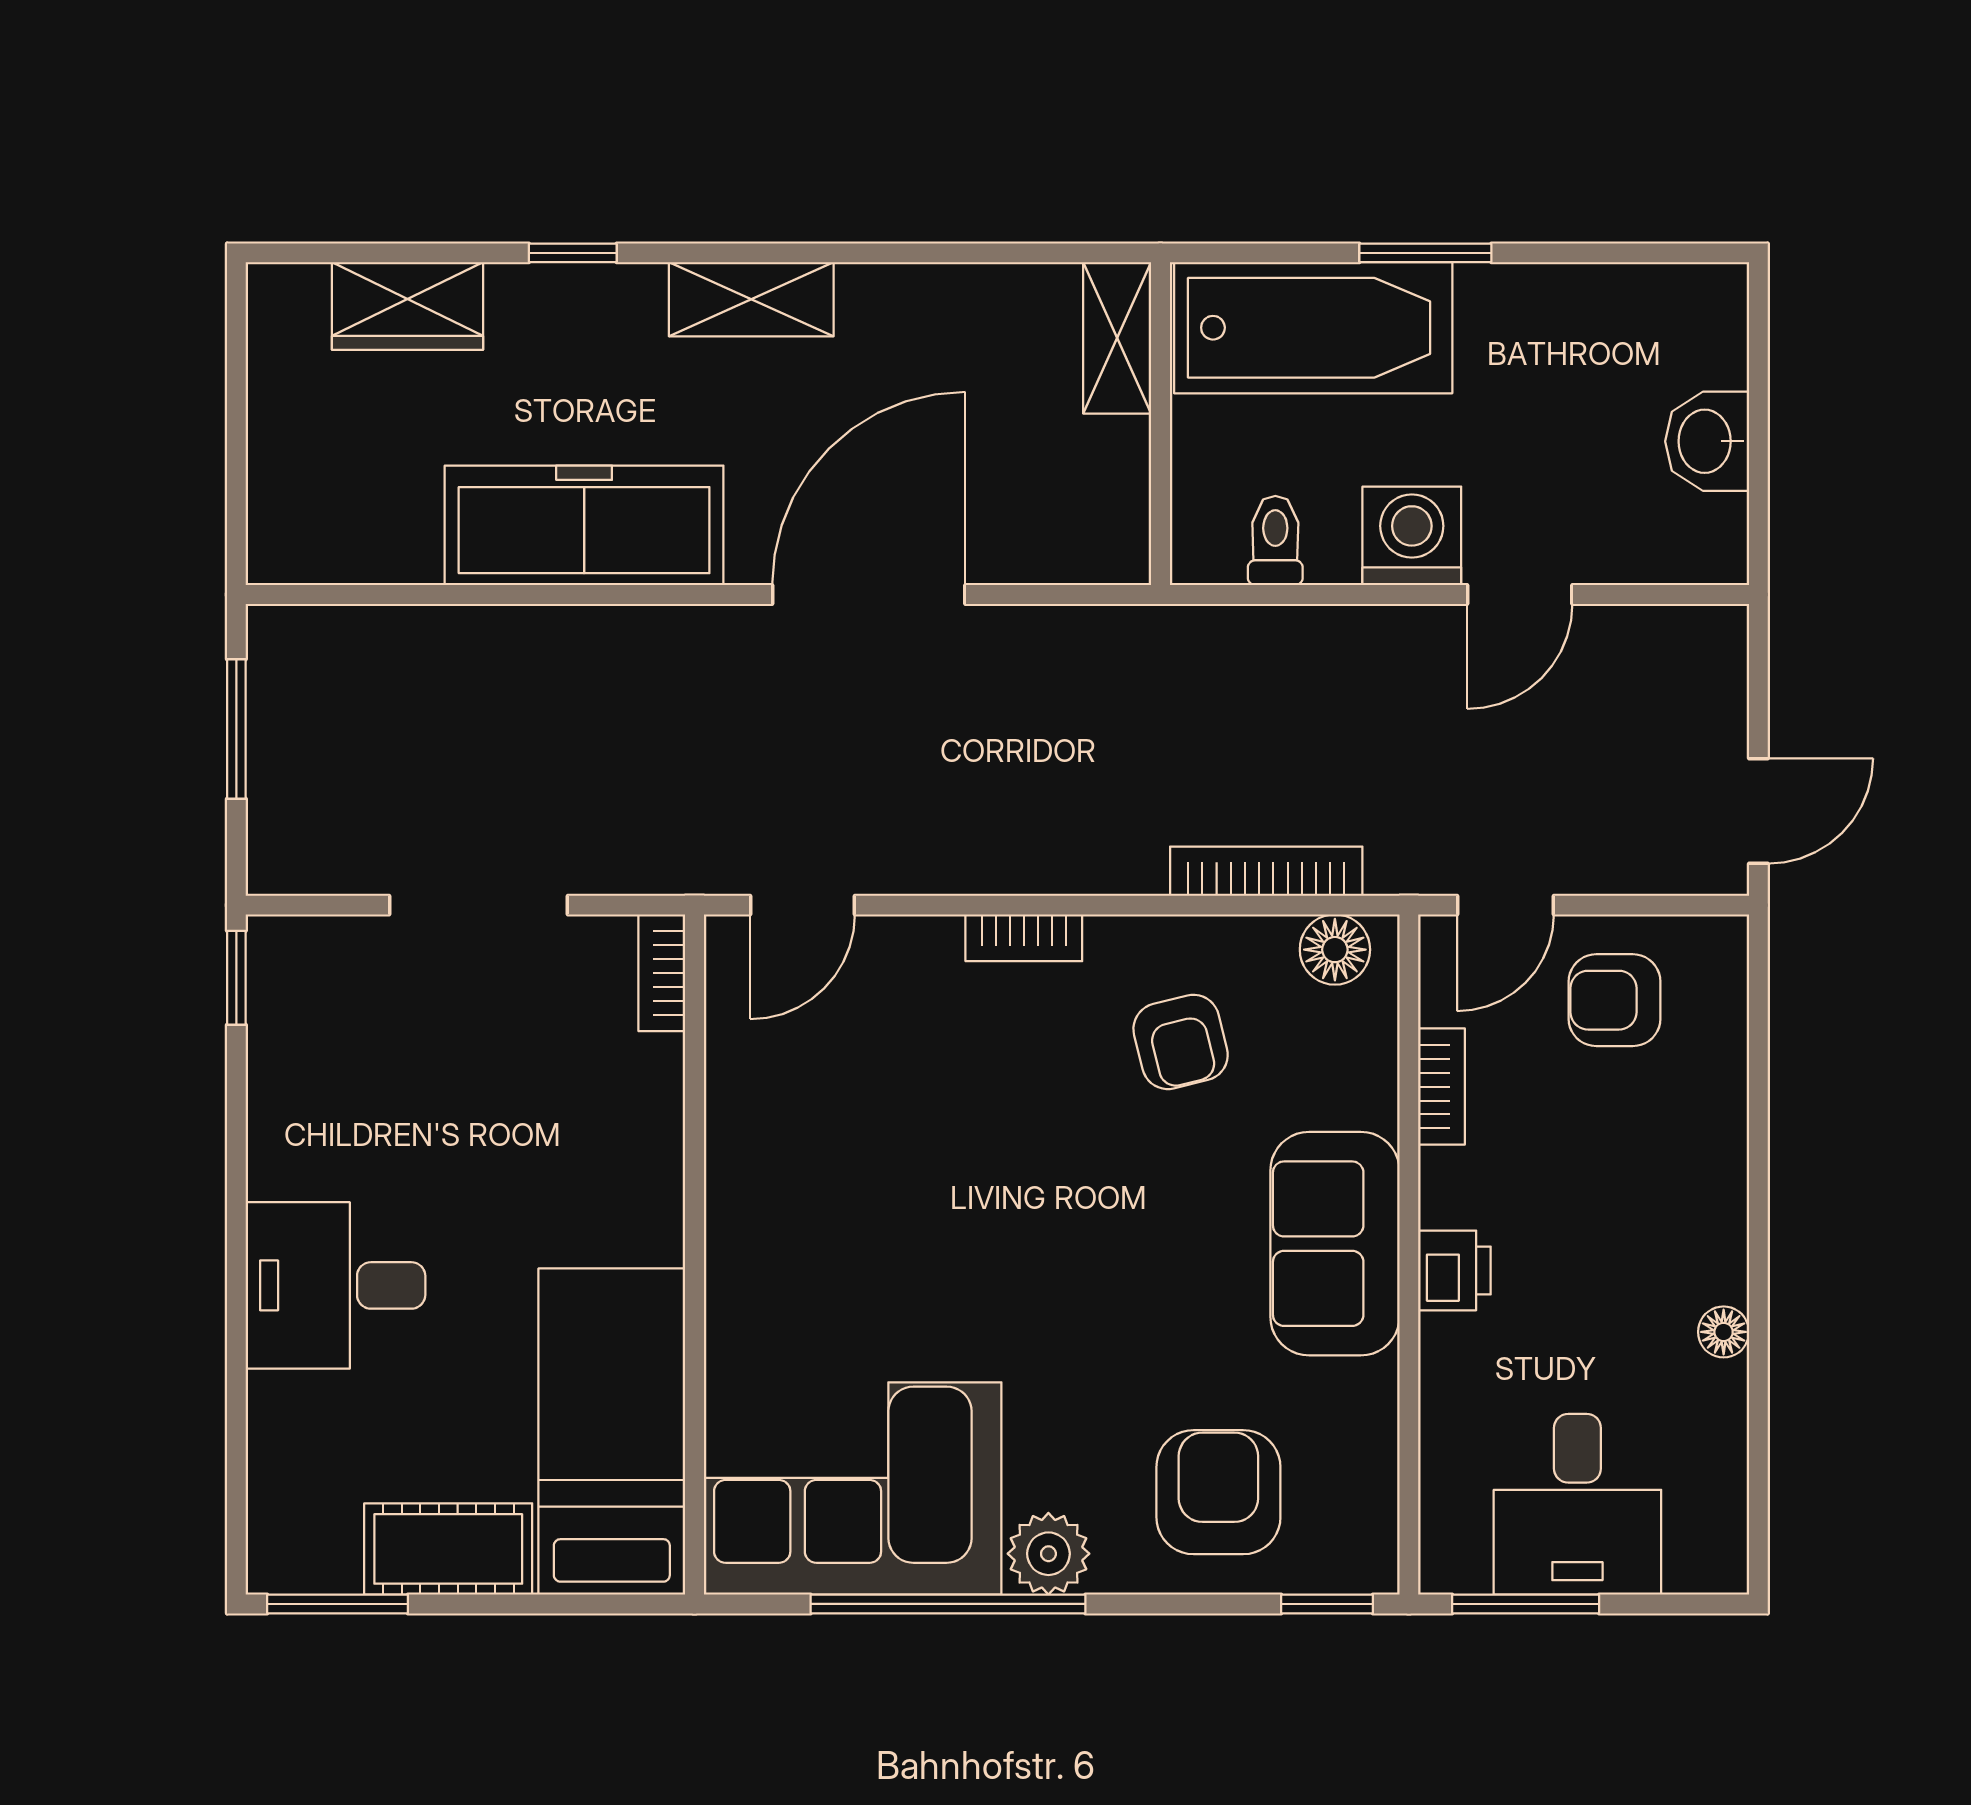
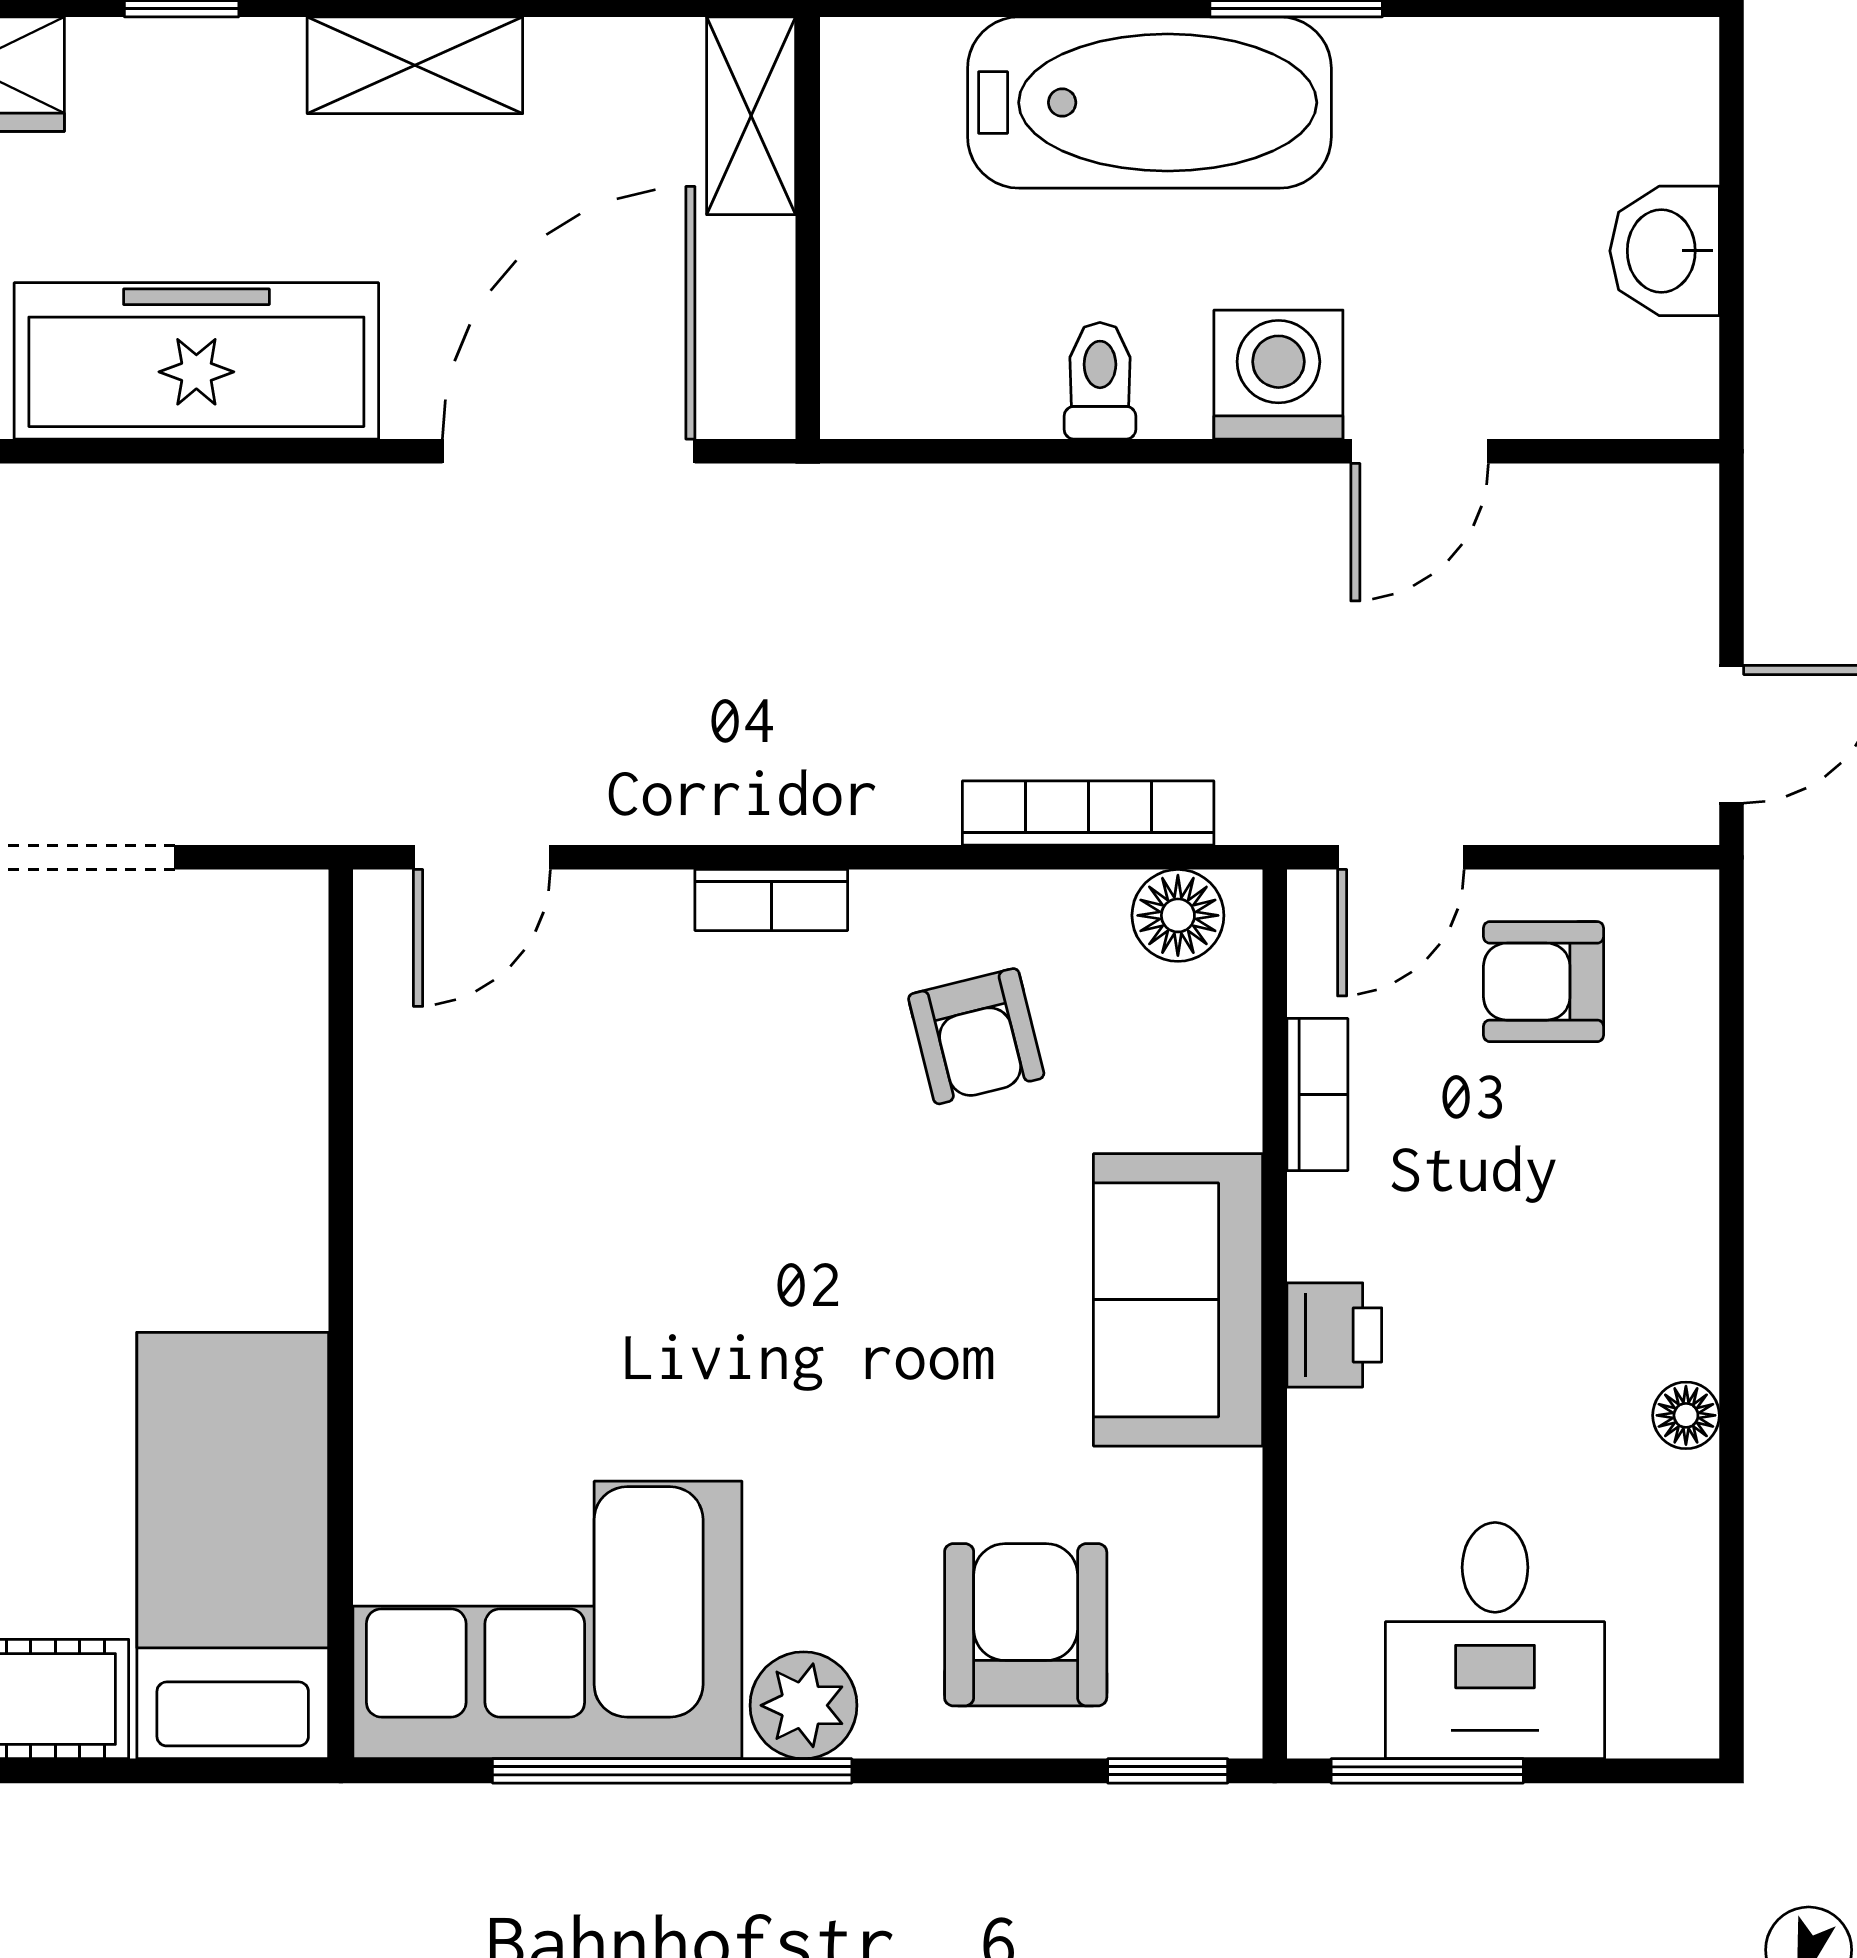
shelving: (1117, 338) -> (751, 116), moved
wall: (1160, 424) -> (808, 228), moved
bookcase: (662, 973) -> (298, 946), removed

